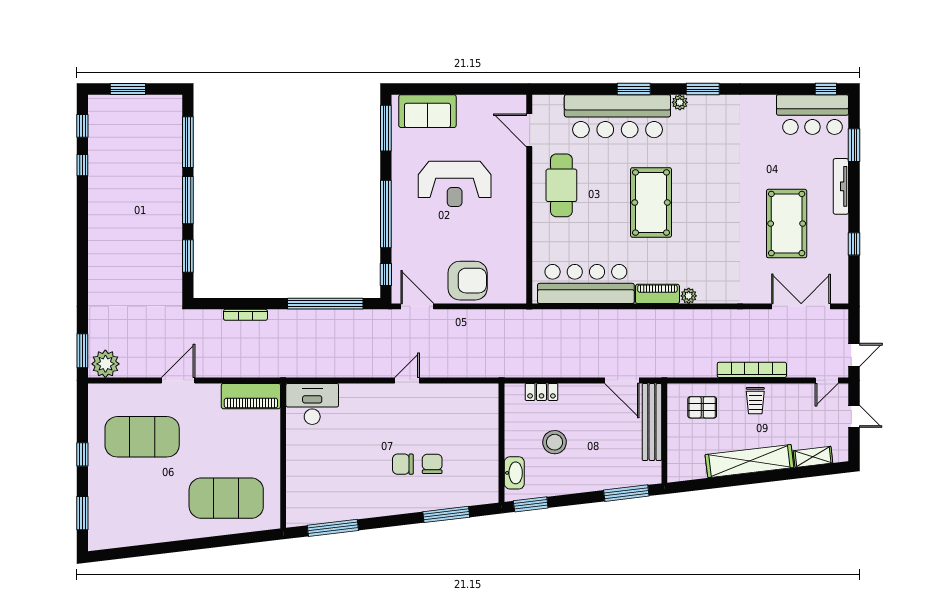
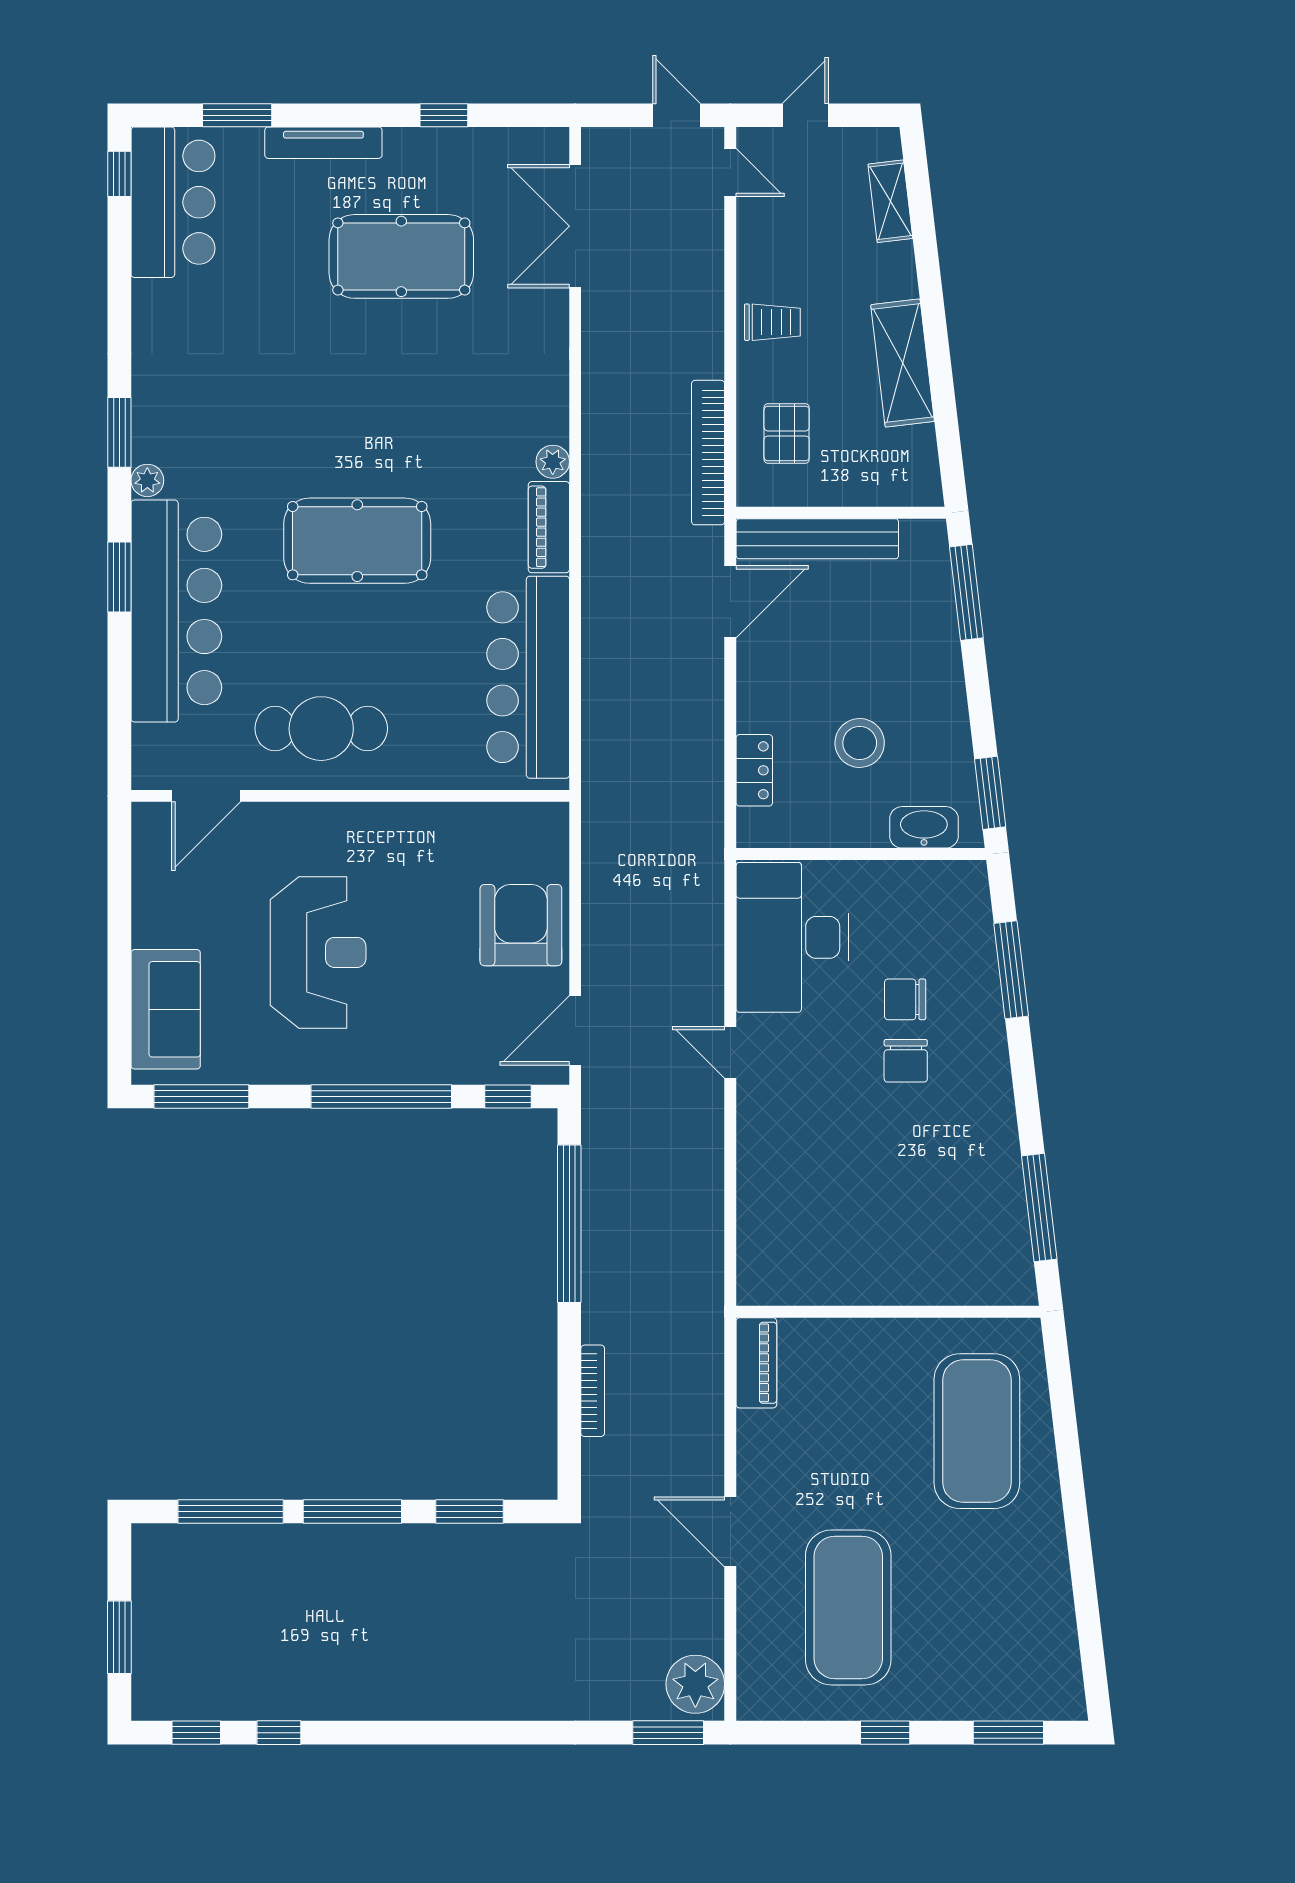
bookcase: (752, 370) -> (708, 453), moved
piano: (251, 396) -> (756, 1363), width x0.73, depth x0.75
desk: (312, 404) -> (792, 937), moved, width x1.36, depth x1.30
shelving: (749, 461) -> (903, 363), width x0.68

